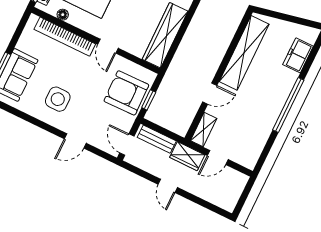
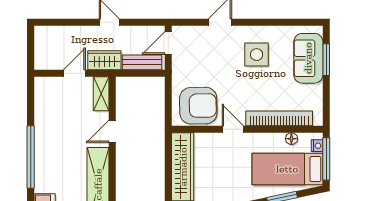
armchair: (126, 93) -> (198, 106), moved
window: (149, 100) -> (168, 97), removed
door: (127, 145) -> (168, 43), swing flipped

